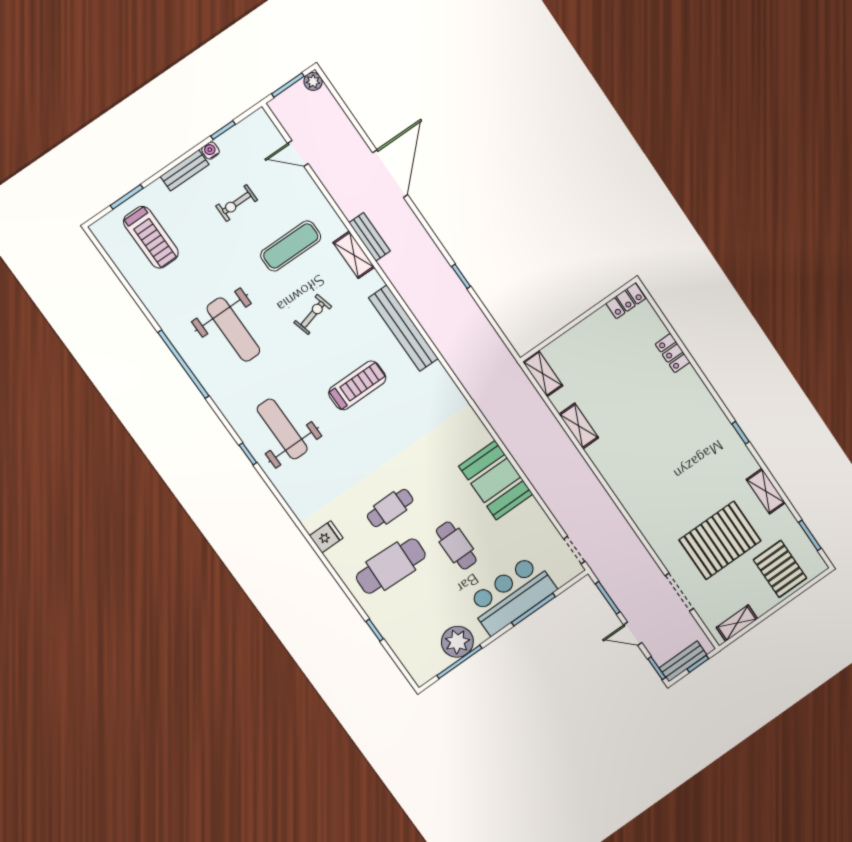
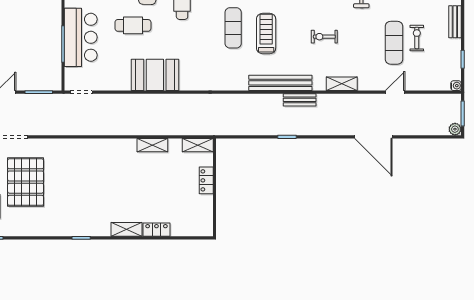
water cooler: (210, 151) -> (456, 86), moved
door: (298, 153) -> (395, 92), moved
bench: (370, 237) -> (300, 100), moved
exercise mat: (291, 246) -> (394, 43), moved
locker: (626, 301) -> (206, 180), moved
exercise bike: (313, 314) -> (324, 37), turned 105
treadmill: (357, 385) -> (266, 34), turned 180
exercise mat: (378, 428) -> (233, 28), added
shelving: (766, 491) -> (127, 229), moved

